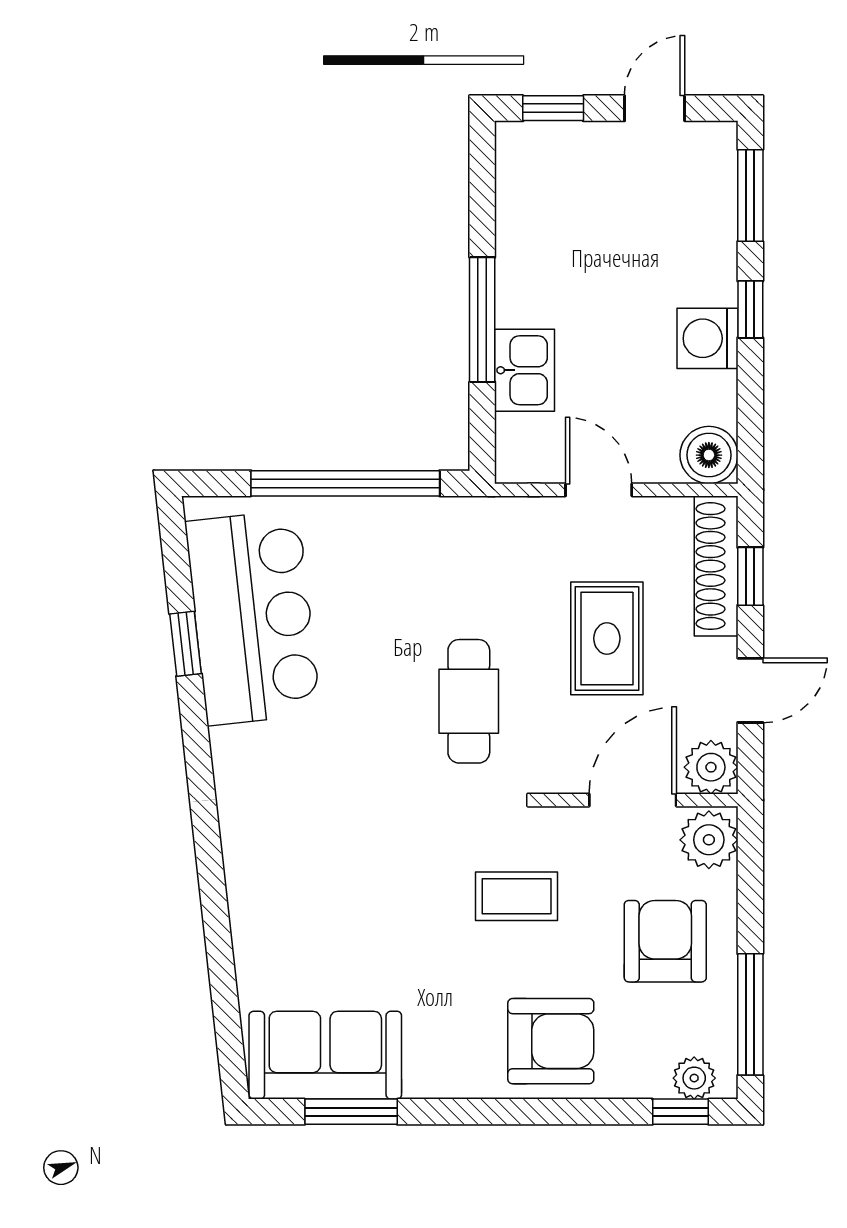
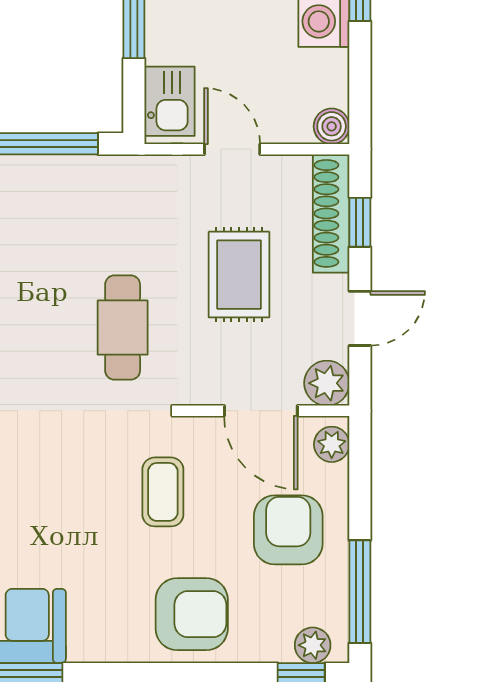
kitchen sink: (524, 370) -> (170, 101), moved
boiler: (709, 455) -> (332, 126), width x0.73, depth x0.73
door: (633, 800) -> (261, 411), swing flipped
plant: (709, 840) -> (332, 444), width x0.73, depth x0.73
coffee table: (517, 896) -> (163, 492), turned 90

